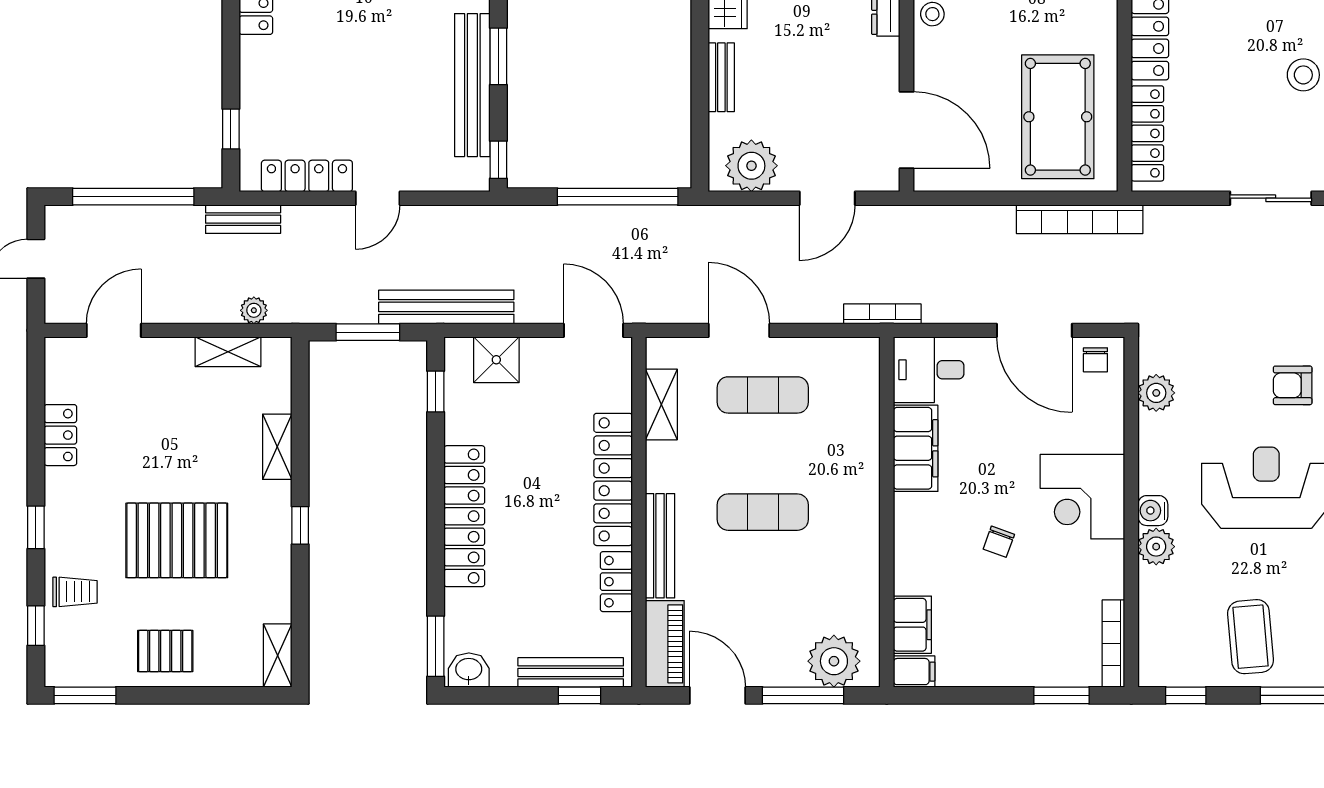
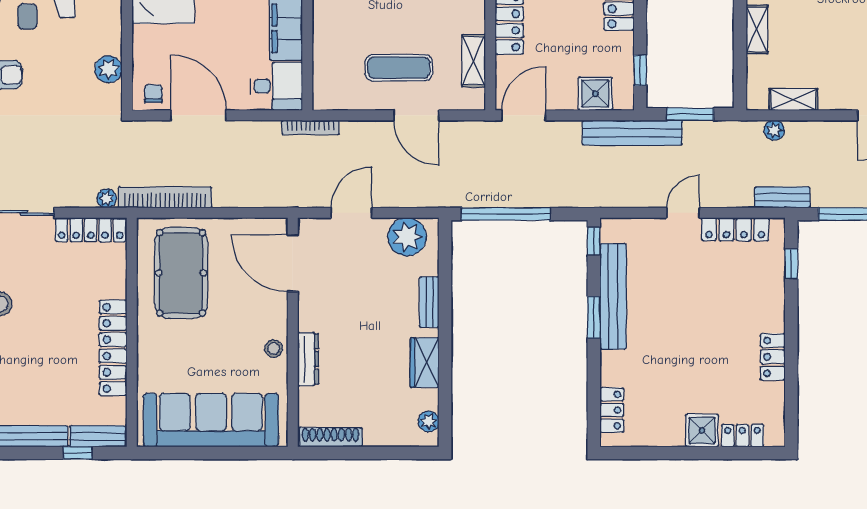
locker: (1147, 133) -> (91, 230), moved, turned -90
plant: (1159, 218) -> (107, 198), added
door: (593, 330) -> (524, 115), swing flipped

